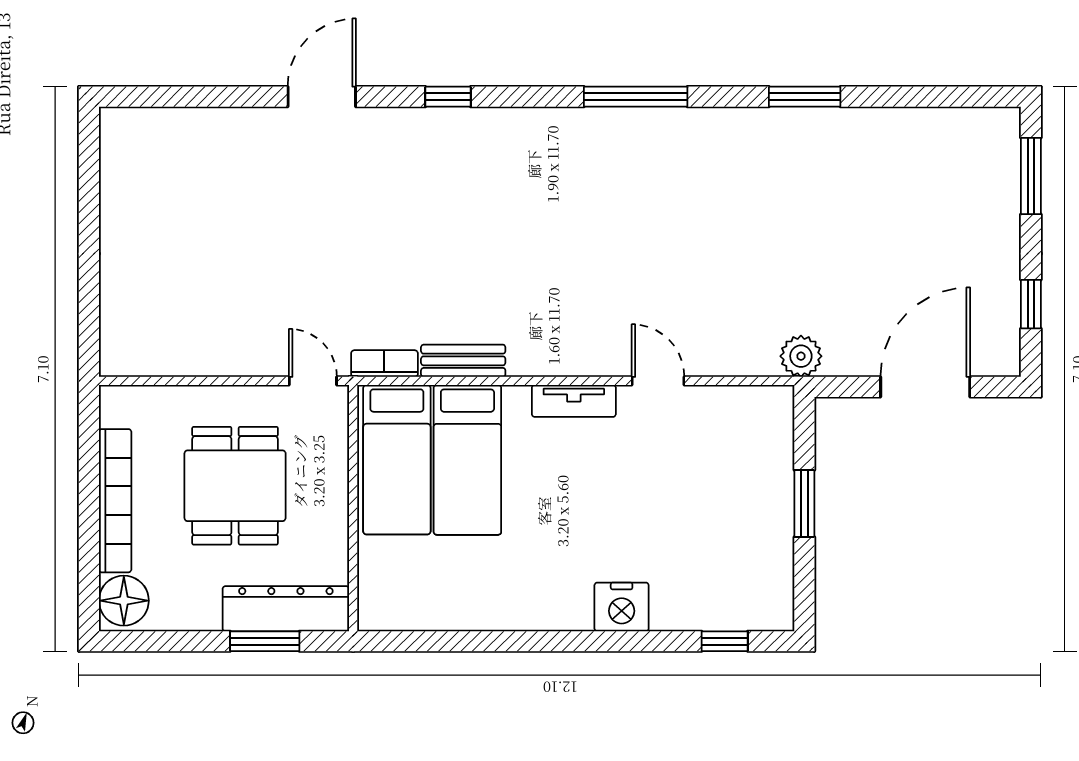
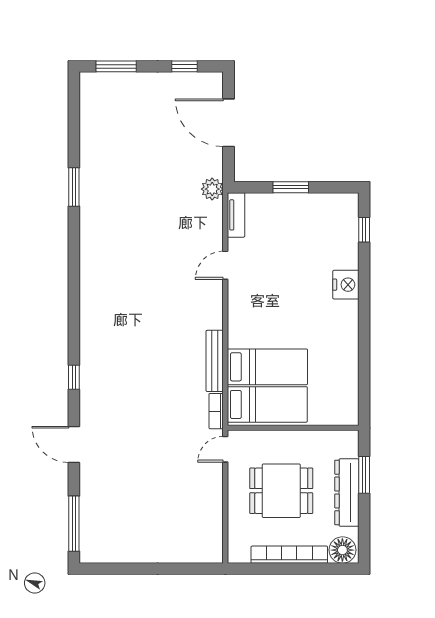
window: (636, 97) -> (74, 524), moved
bench: (463, 361) -> (215, 361), width x1.36
tv unit: (574, 401) -> (236, 215), moved
dresser: (286, 609) -> (347, 492), moved

